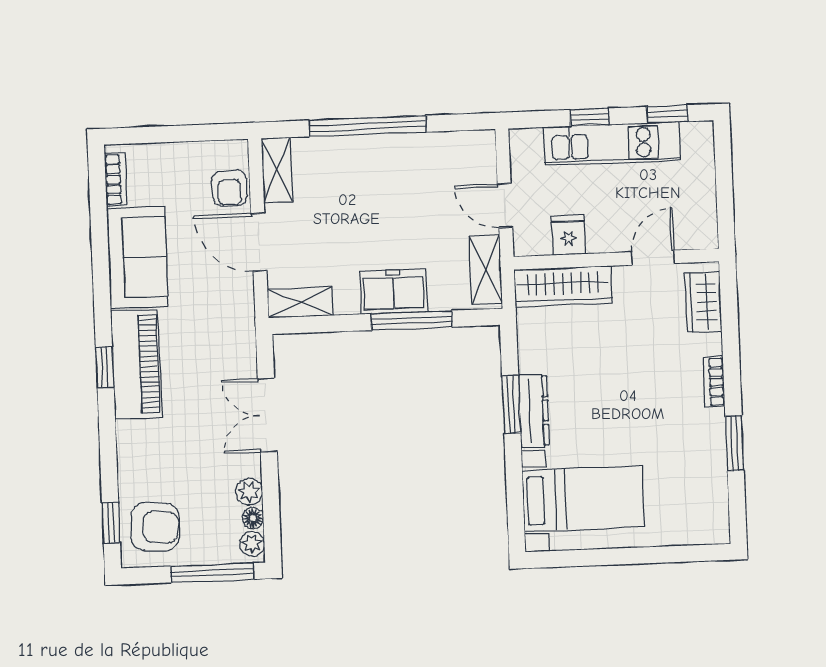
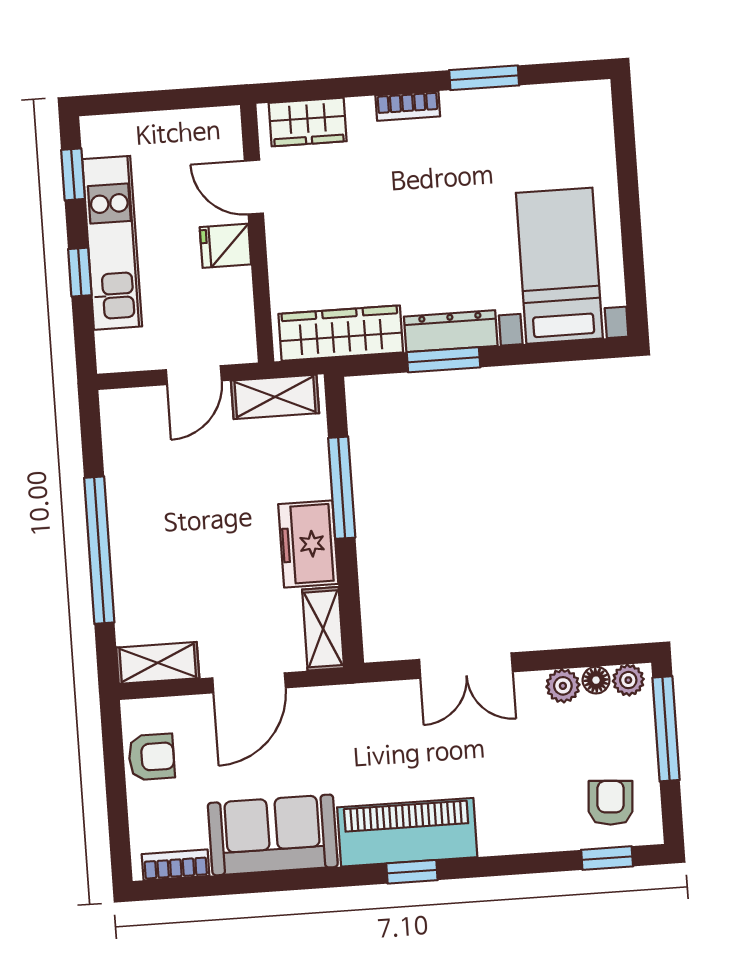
armchair: (229, 188) -> (152, 757), moved
fridge: (568, 235) -> (225, 246), moved
wardrobe: (563, 286) -> (341, 333), moved, turned -90
freezer: (394, 291) -> (308, 544), moved
armchair: (155, 527) -> (611, 803), width x0.72, depth x0.72

